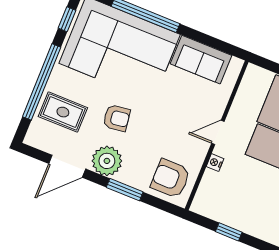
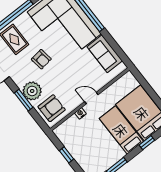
plant: (107, 161) -> (32, 91), moved
armchair: (170, 178) -> (52, 108), turned 90

